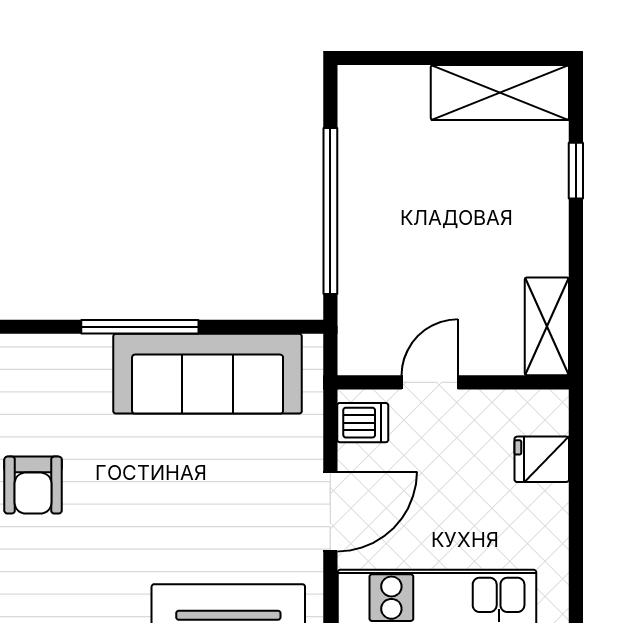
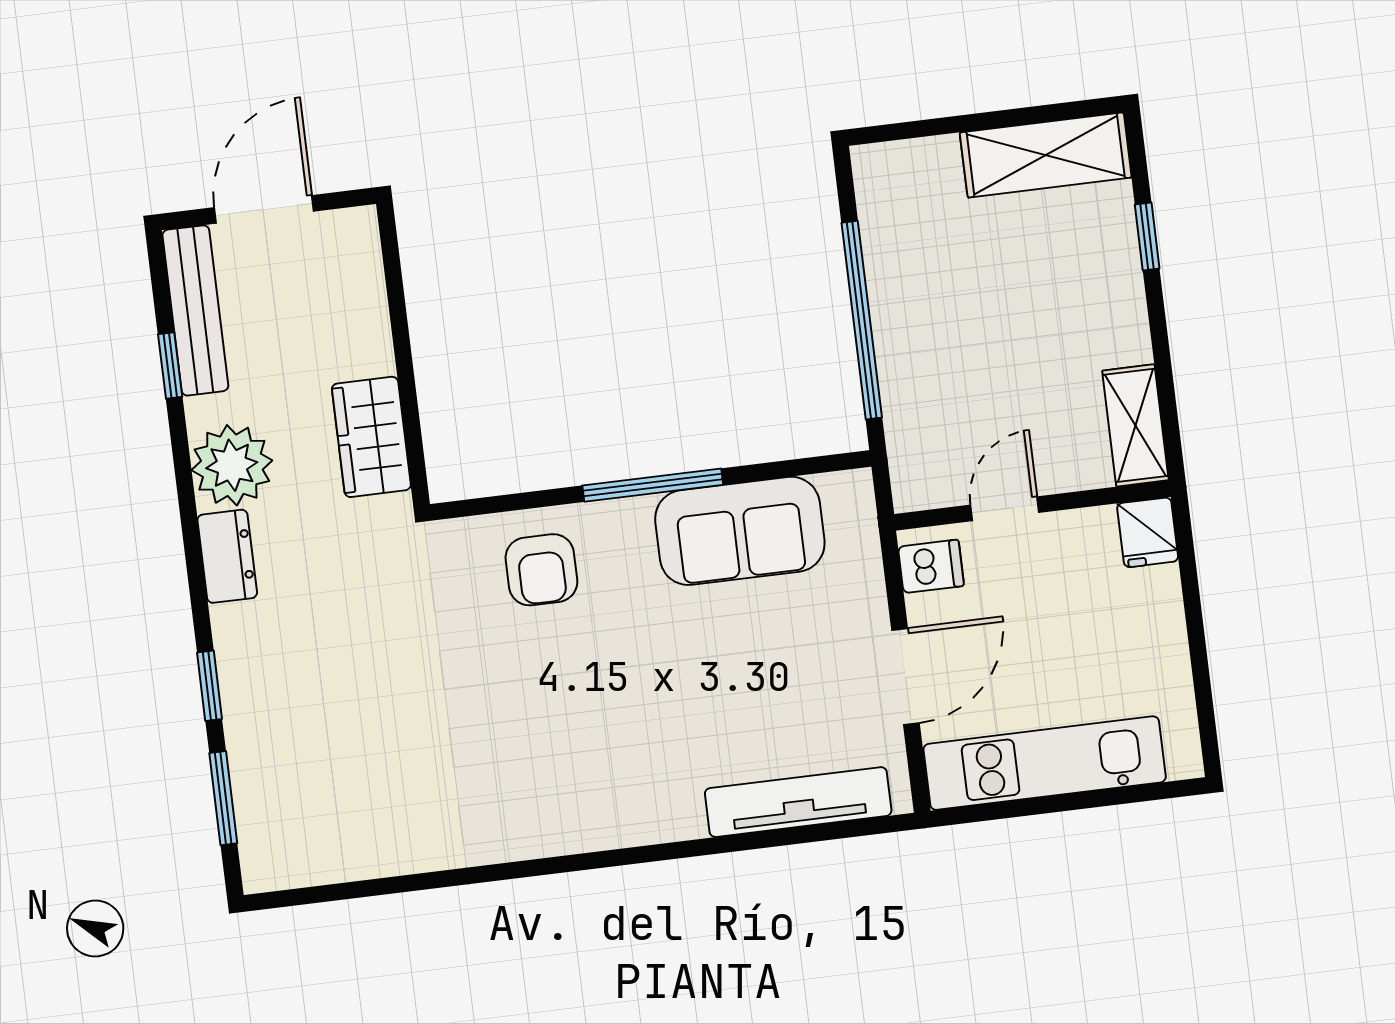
sofa: (208, 374) -> (740, 531), width x0.73
fridge: (542, 459) -> (1148, 532), moved, turned -90
armchair: (33, 485) -> (541, 570), moved

